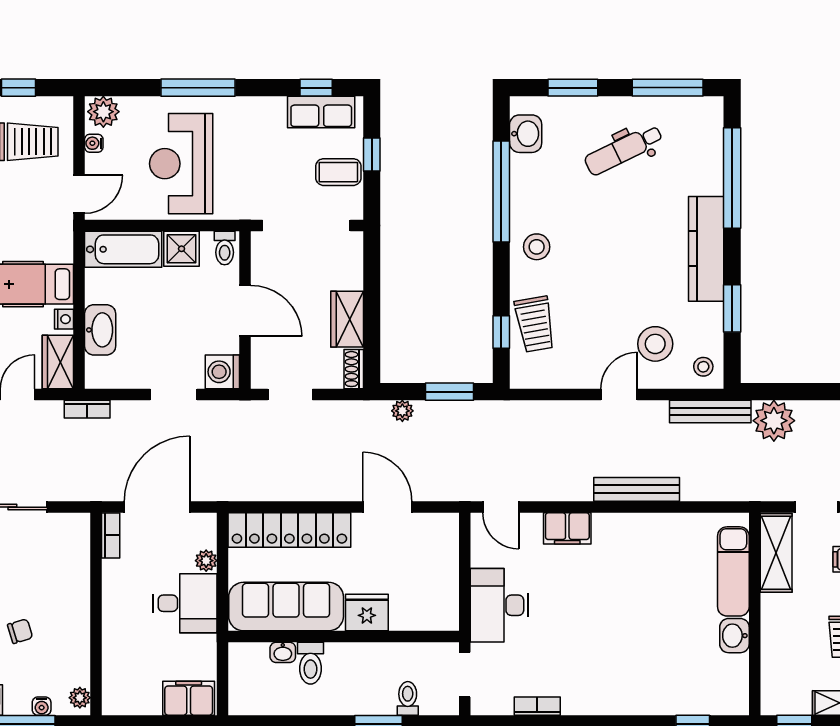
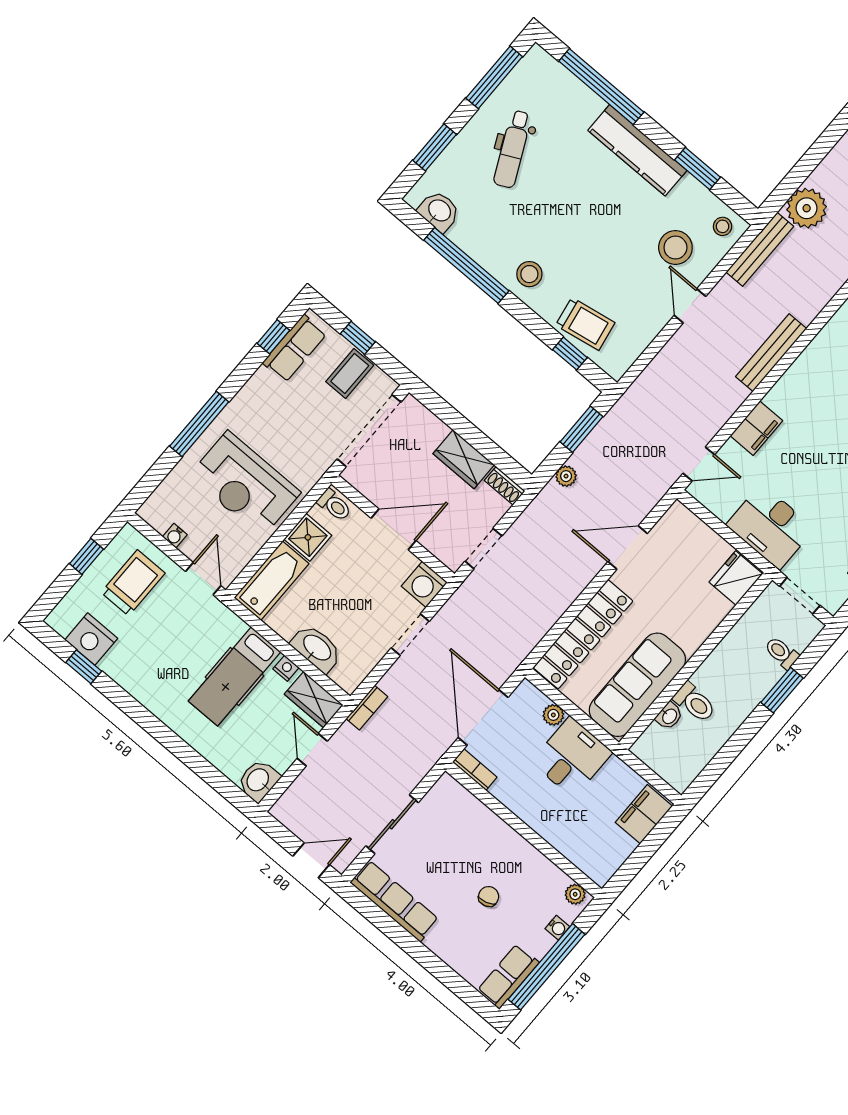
plant: (103, 112) -> (158, 509), removed
fridge: (367, 612) -> (736, 578), moved

